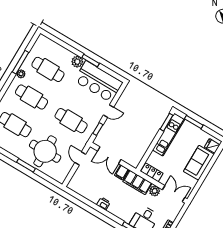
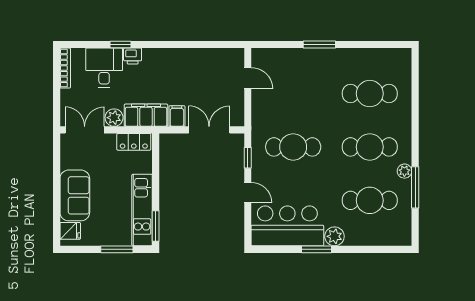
door: (109, 111) -> (248, 192), swing flipped
round table: (45, 151) -> (304, 81), removed
door: (80, 158) -> (248, 78), moved
double door: (174, 194) -> (85, 130), swing flipped
printer: (103, 204) -> (133, 56), moved

